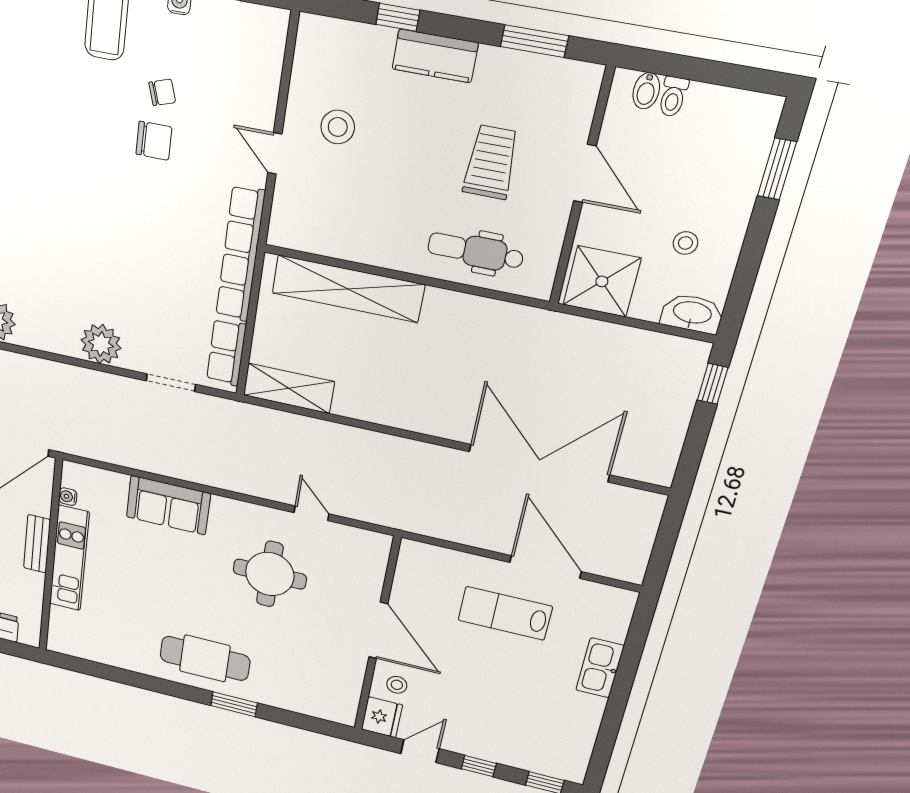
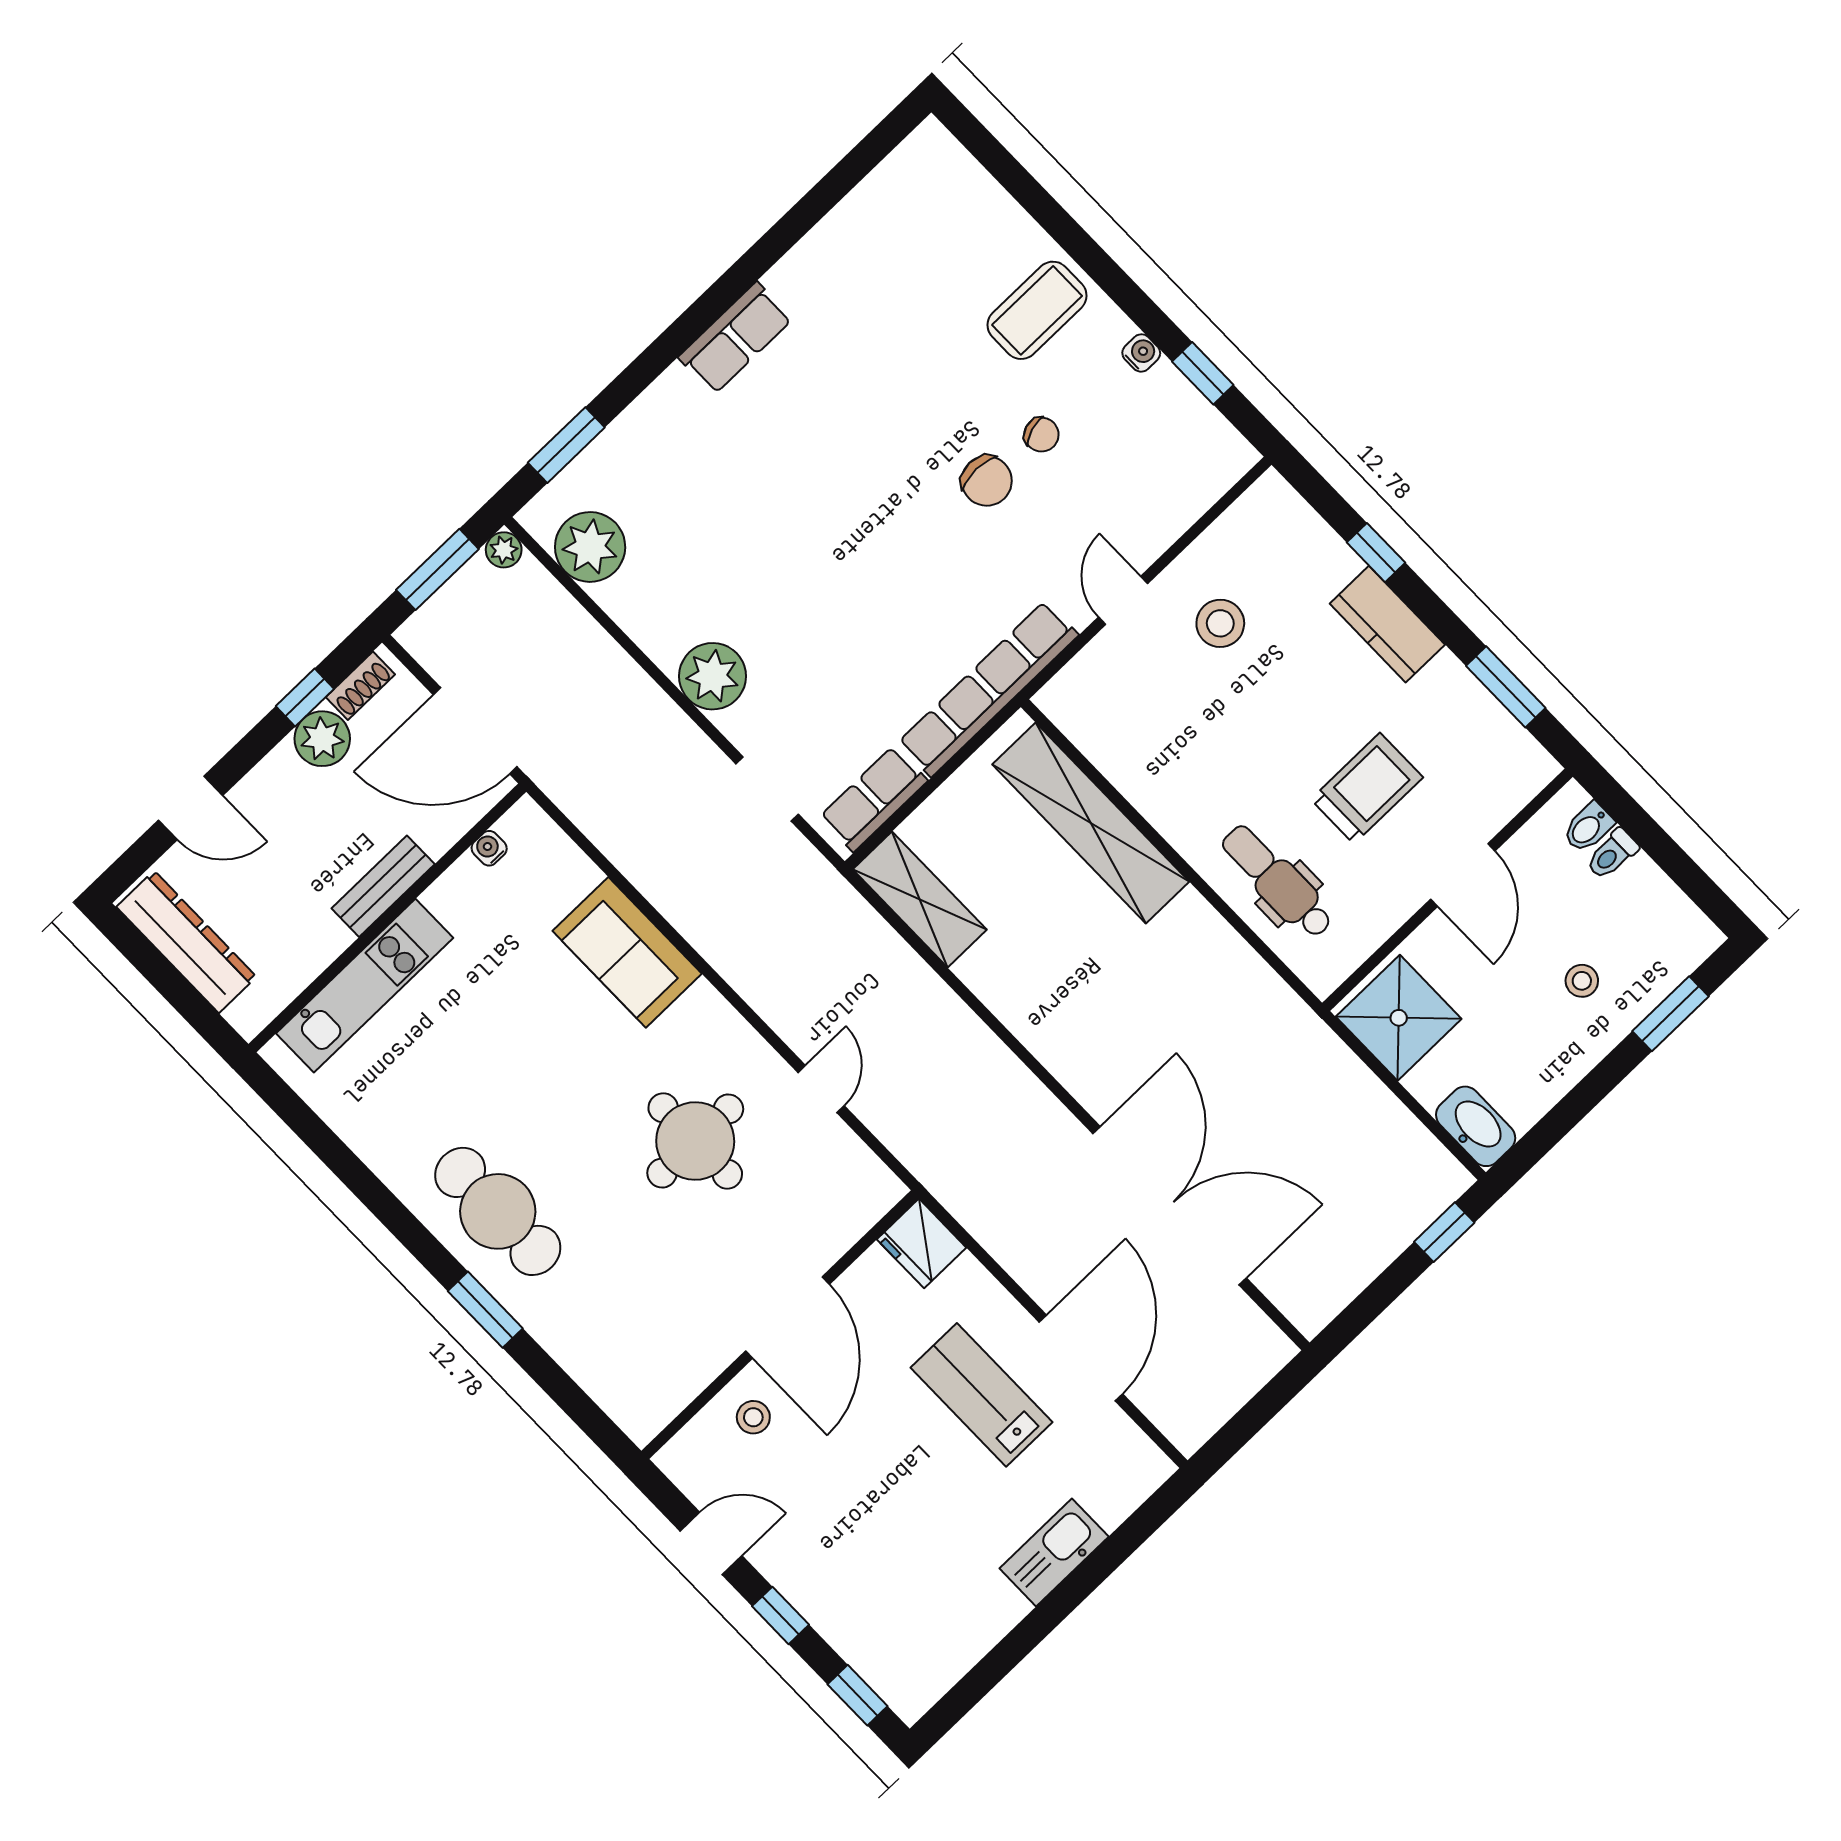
stool: (685, 243) -> (1582, 981), moved
kitchen unit: (69, 558) -> (365, 986), moved
fridge: (382, 717) -> (921, 1243), moved, turned 90

